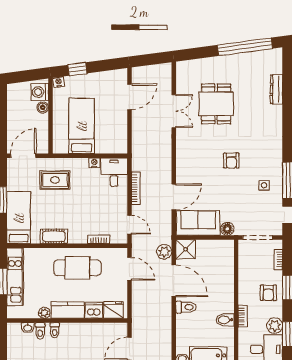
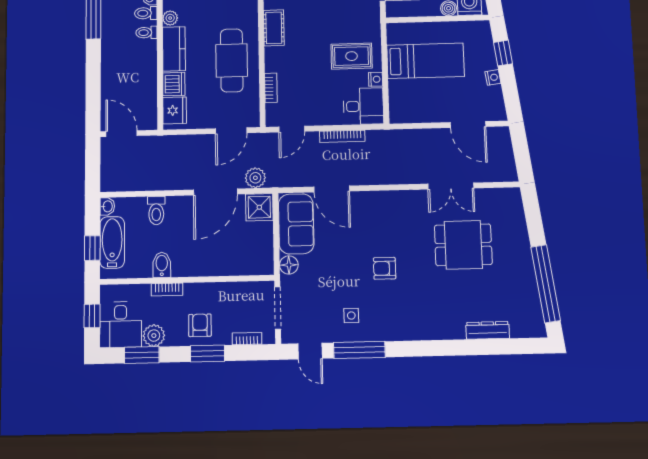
nightstand: (59, 82) -> (493, 77), moved
rug: (55, 180) -> (352, 56), moved, turned 90
armchair: (268, 293) -> (200, 325), turned 90
toilet: (186, 307) -> (156, 211), moved

